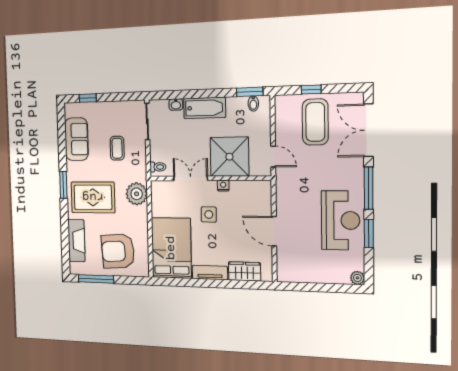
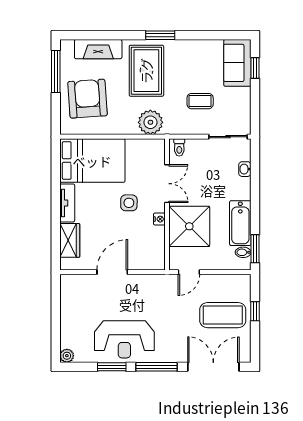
bathtub: (205, 108) -> (240, 223), moved
sofa: (76, 139) -> (237, 63), moved, turned 90

